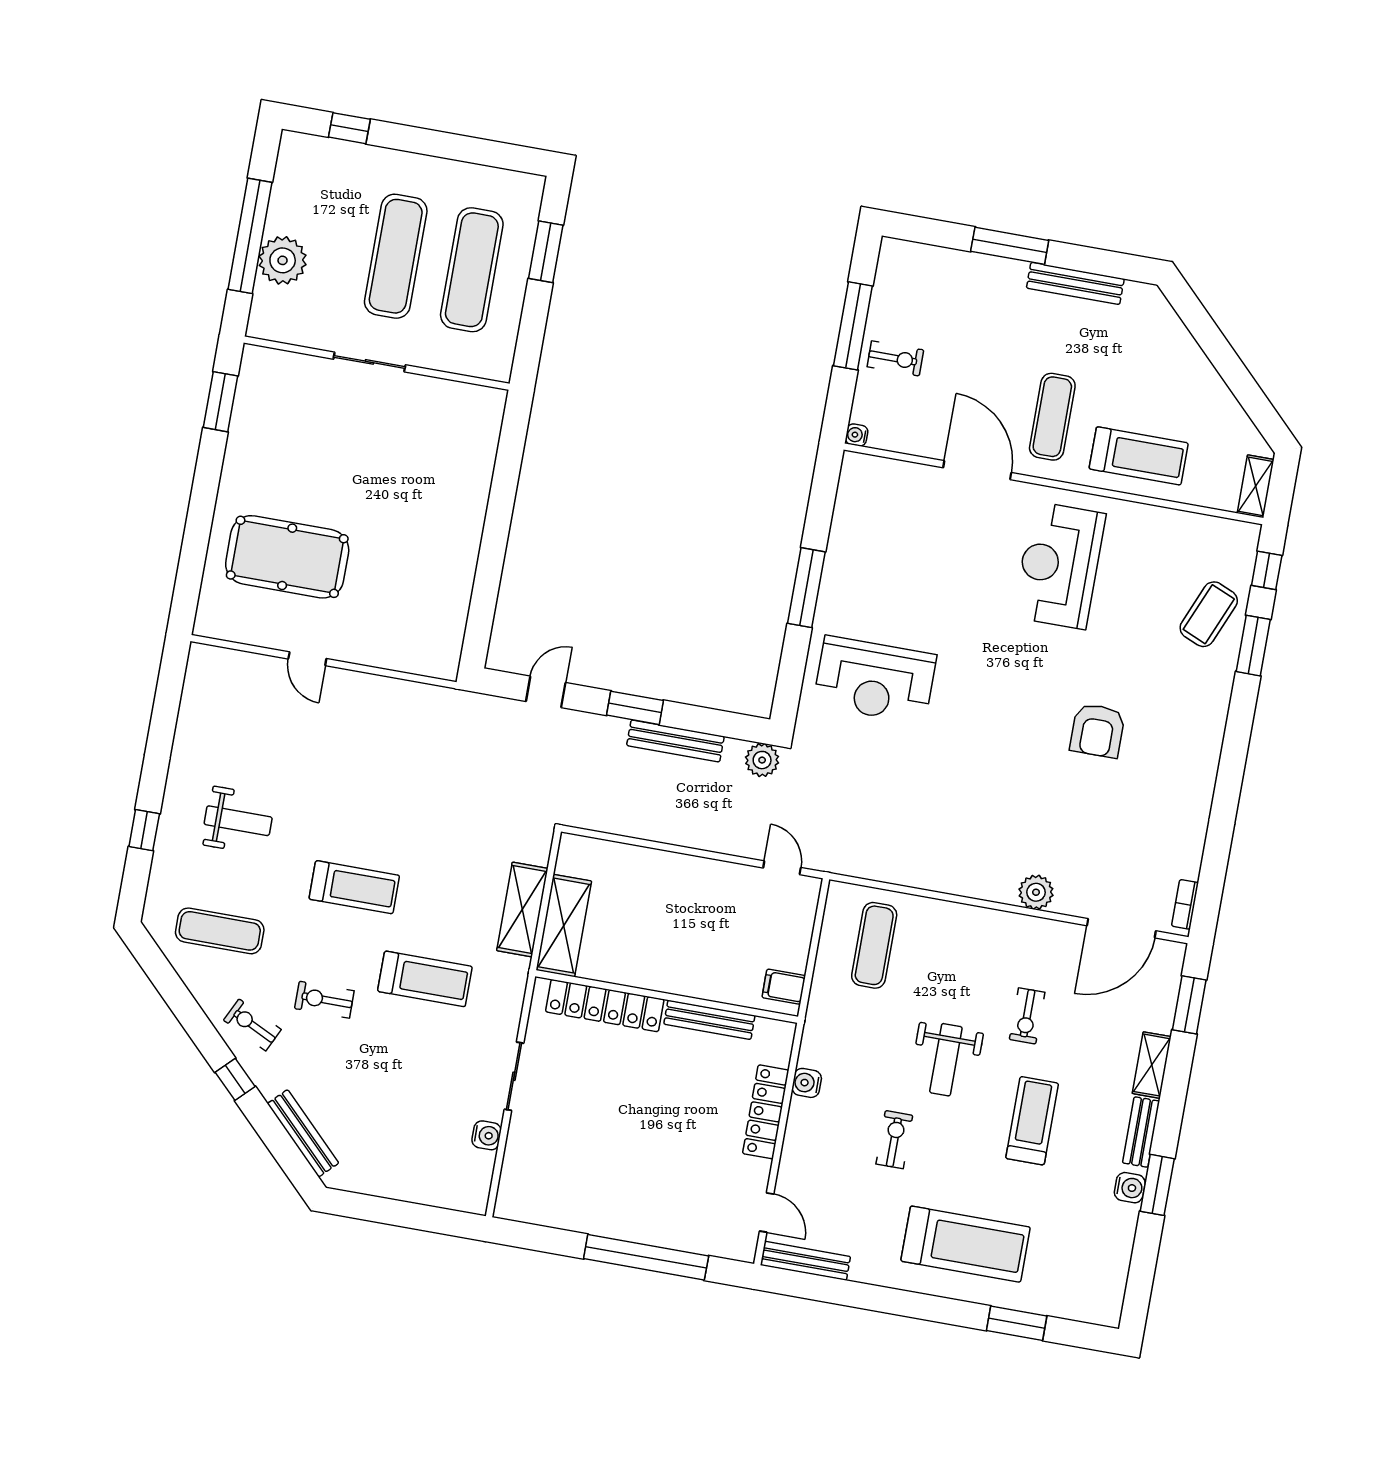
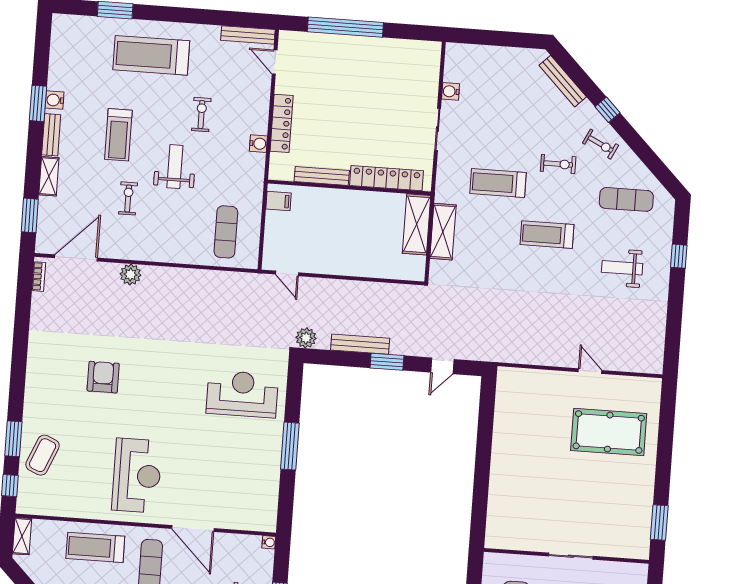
exercise bike: (894, 1140) -> (201, 115), turned 180

